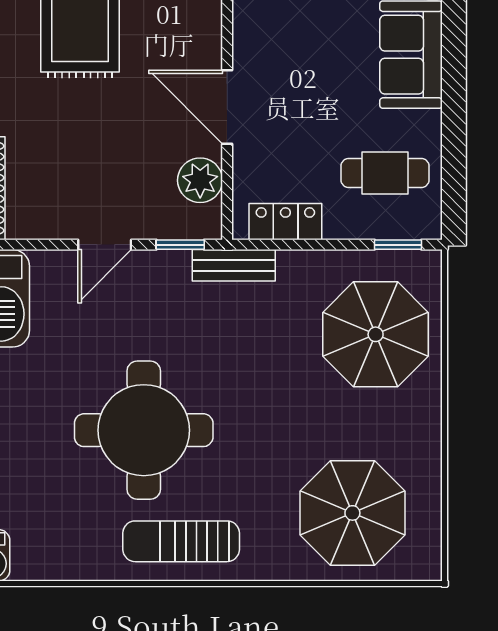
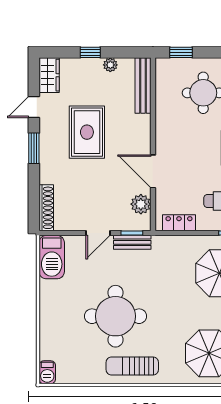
bench: (234, 265) -> (132, 242), moved

